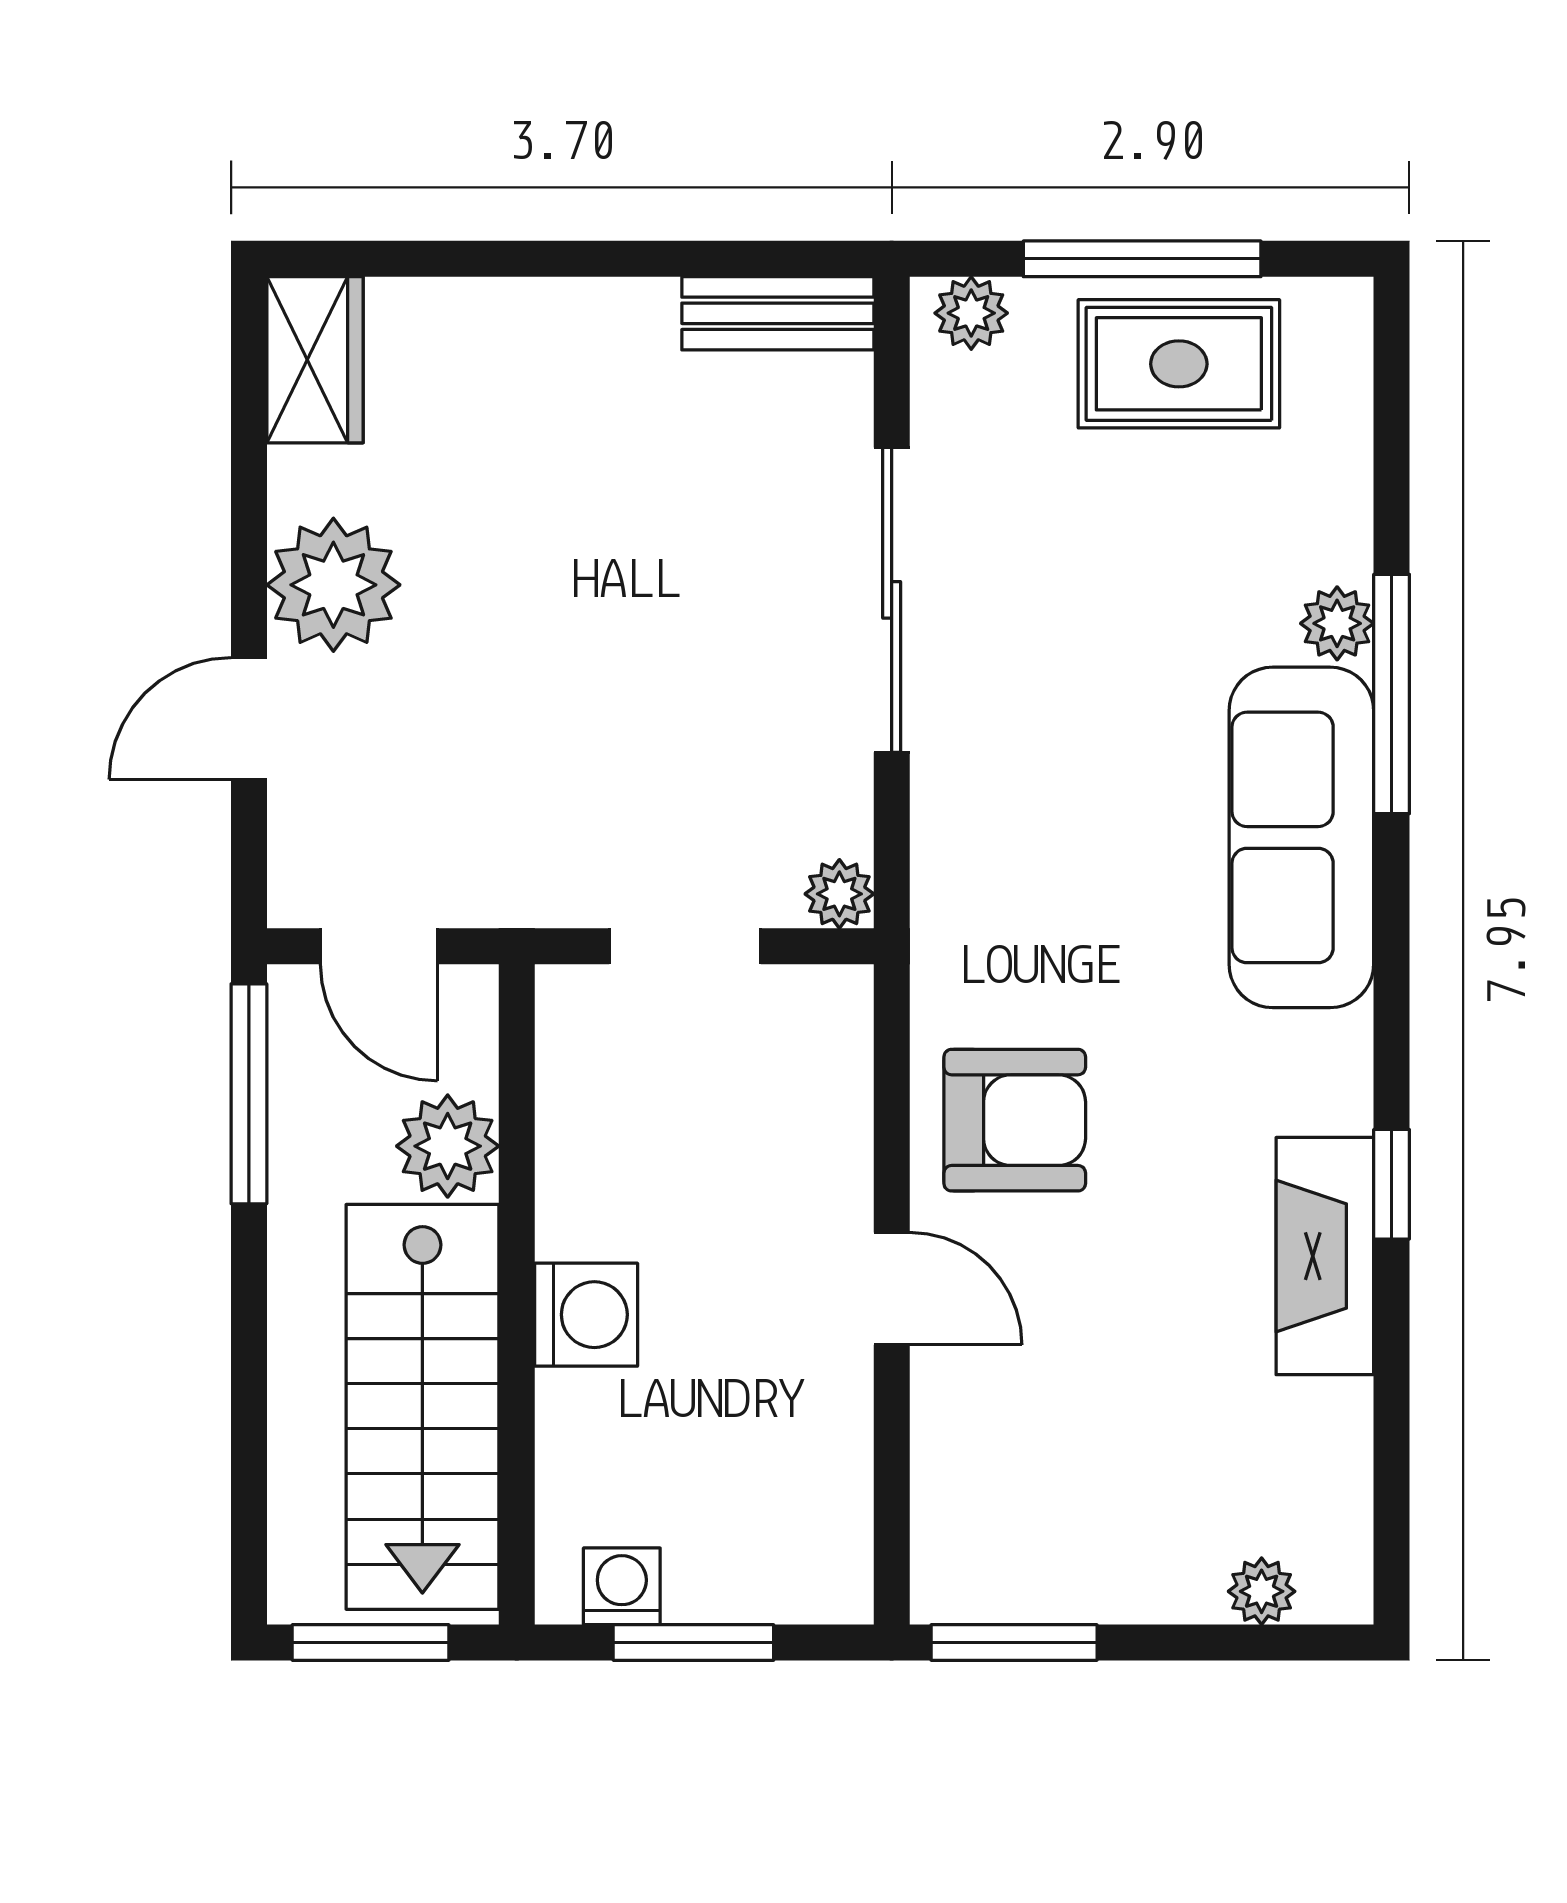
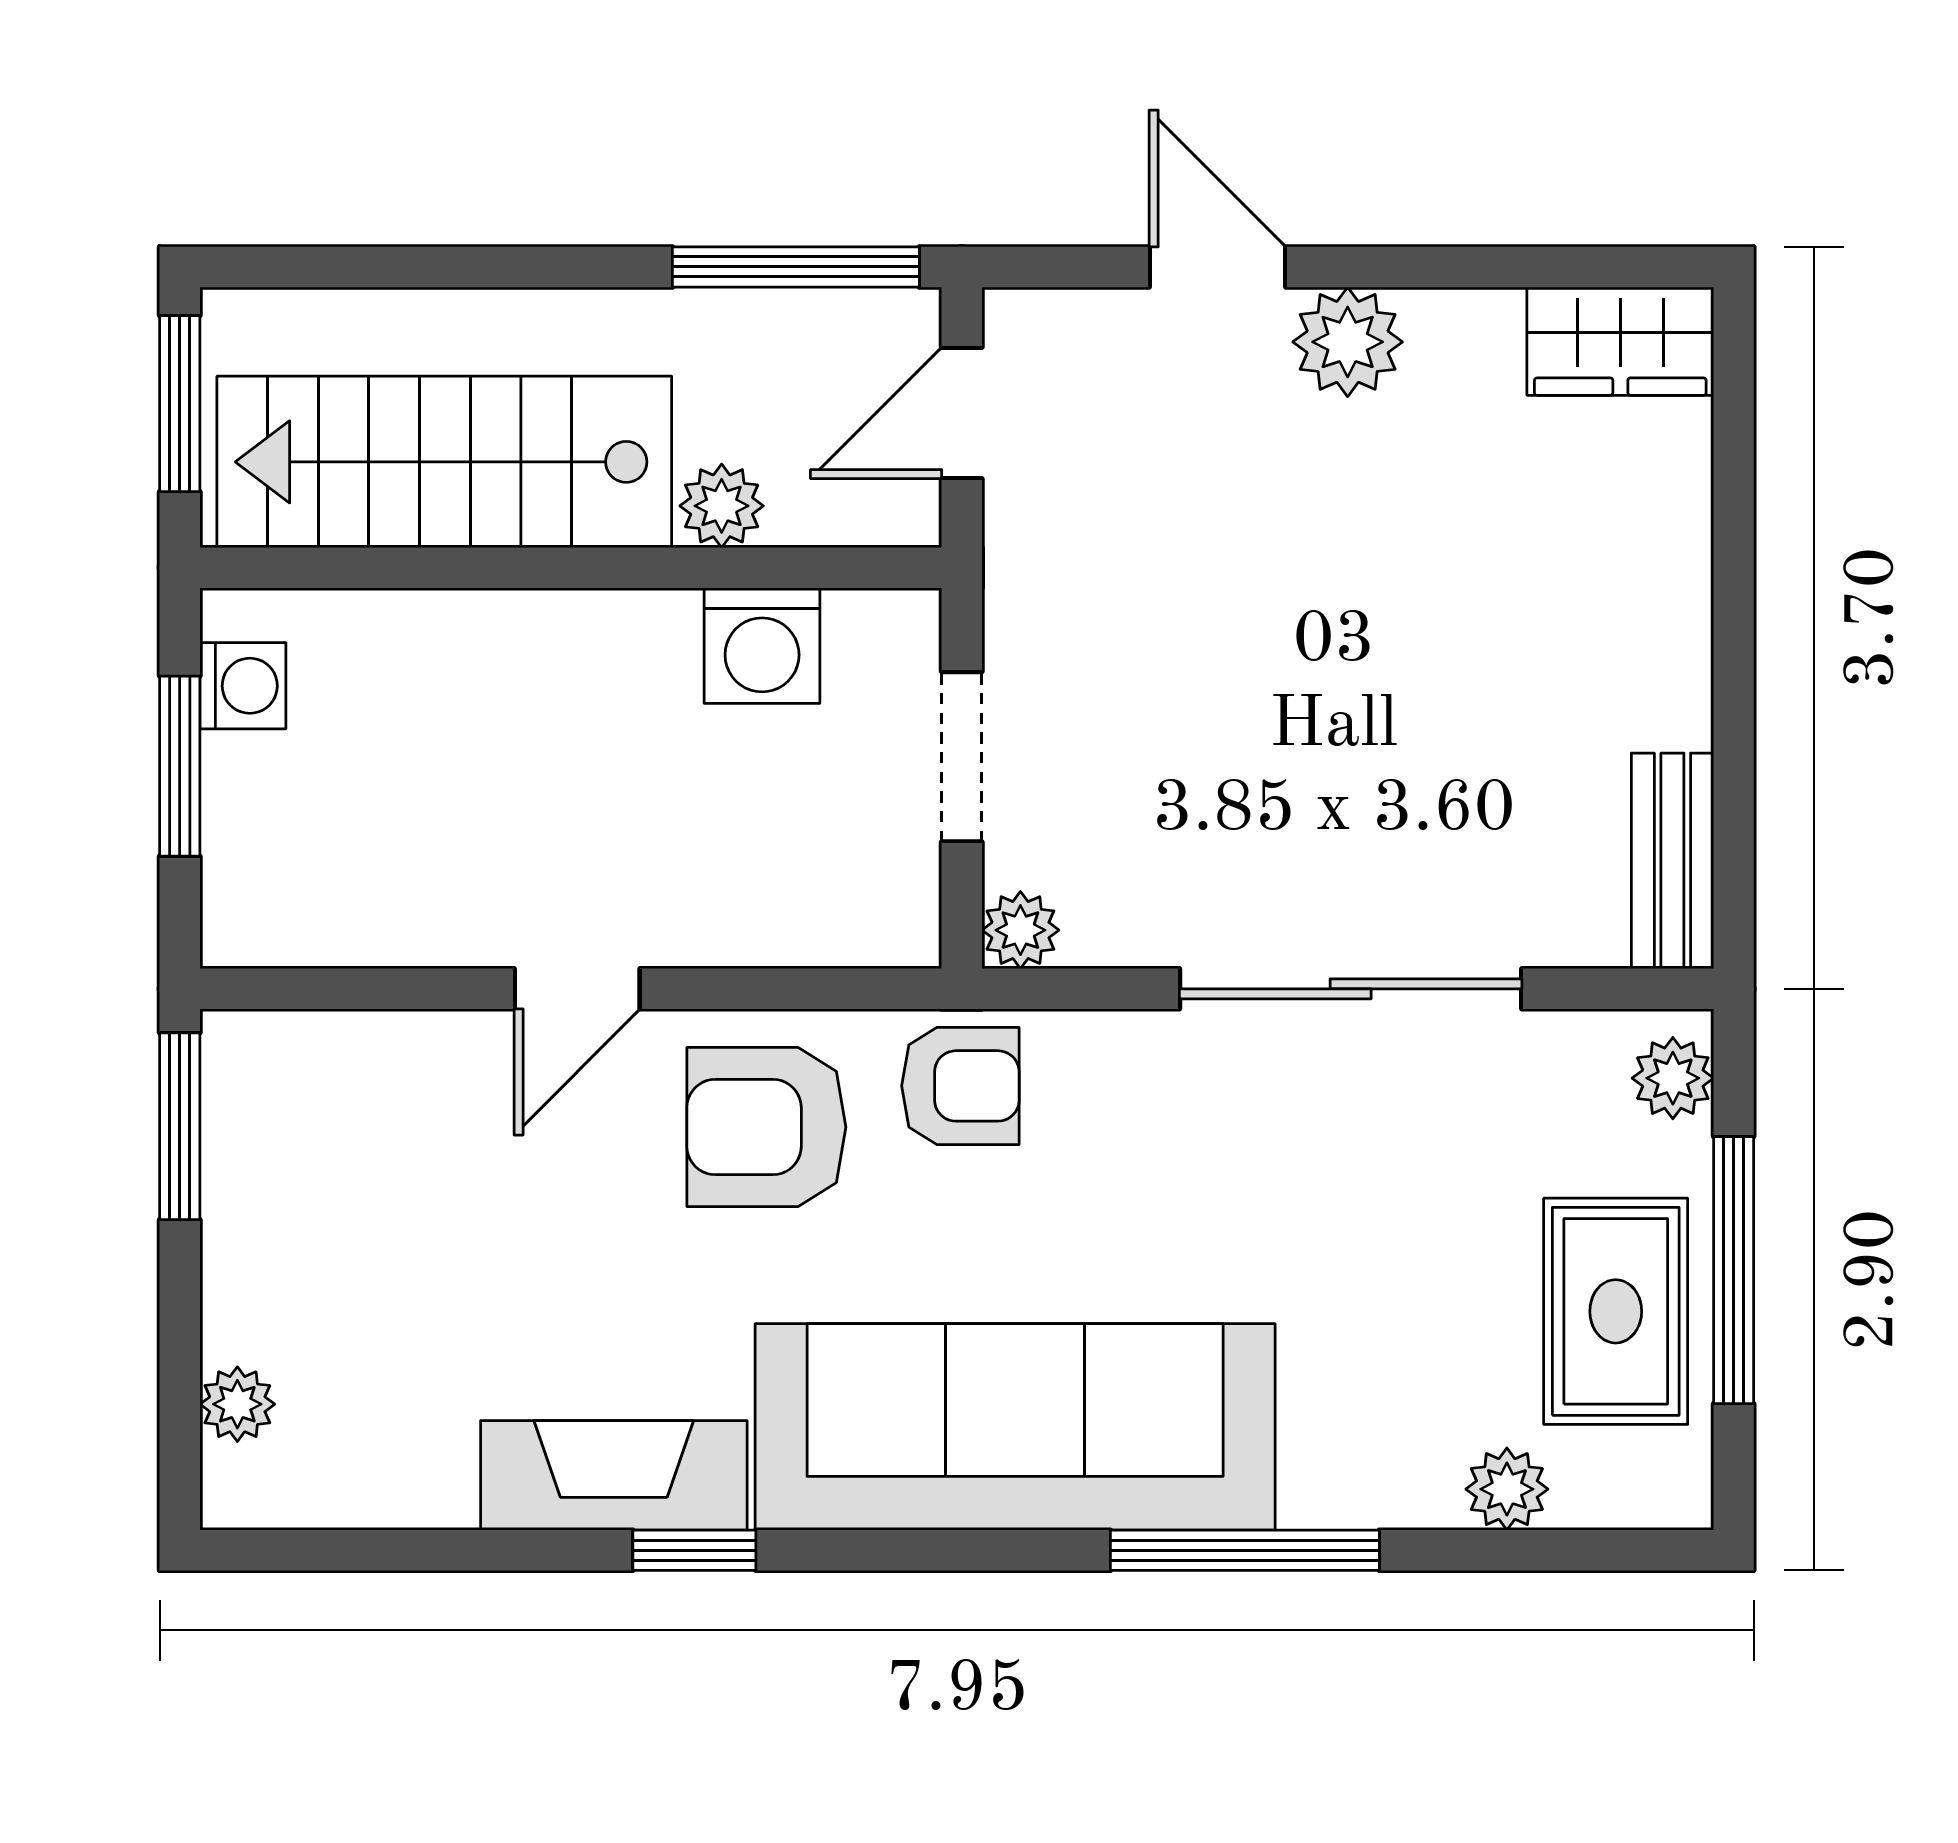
plant: (333, 585) -> (1348, 342), width x0.73, depth x0.73
plant: (1337, 623) -> (1507, 1489), moved
sofa: (1301, 837) -> (1015, 1427), width x1.36, depth x1.27
armchair: (978, 947) -> (960, 1086), added
armchair: (1015, 1120) -> (766, 1127), turned 90
plant: (448, 1146) -> (722, 506), width x0.73, depth x0.73
washing machine: (586, 1315) -> (762, 646), moved

